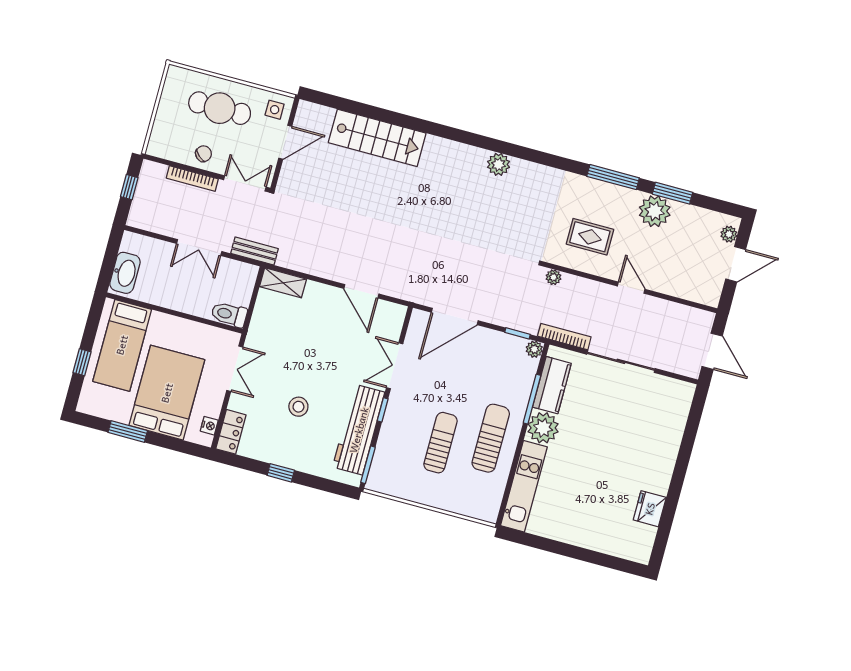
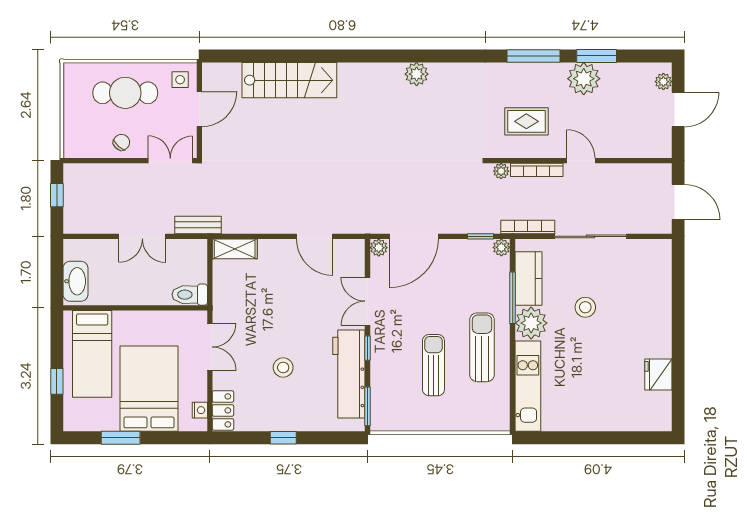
bookcase: (192, 178) -> (537, 170), moved
plant: (419, 318) -> (379, 248), added
stool: (598, 427) -> (585, 307), added

